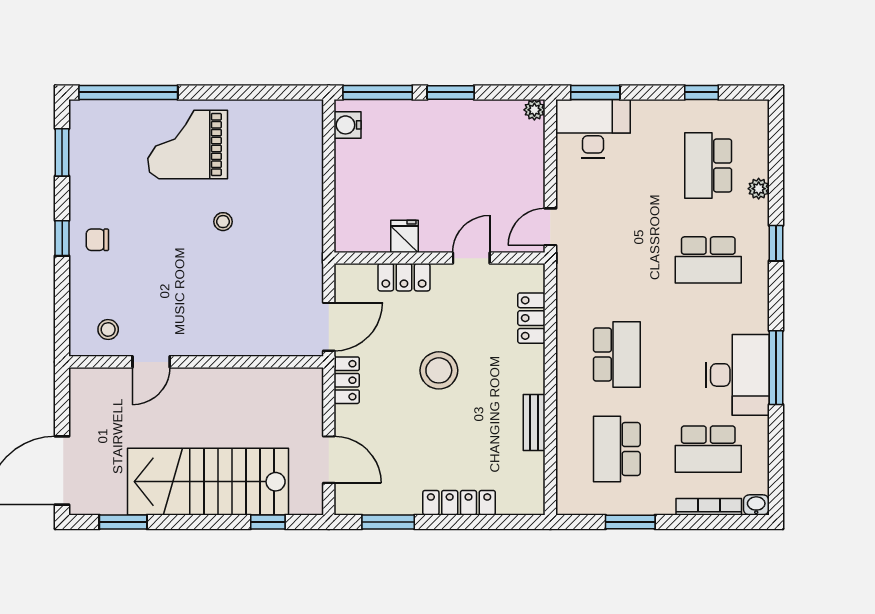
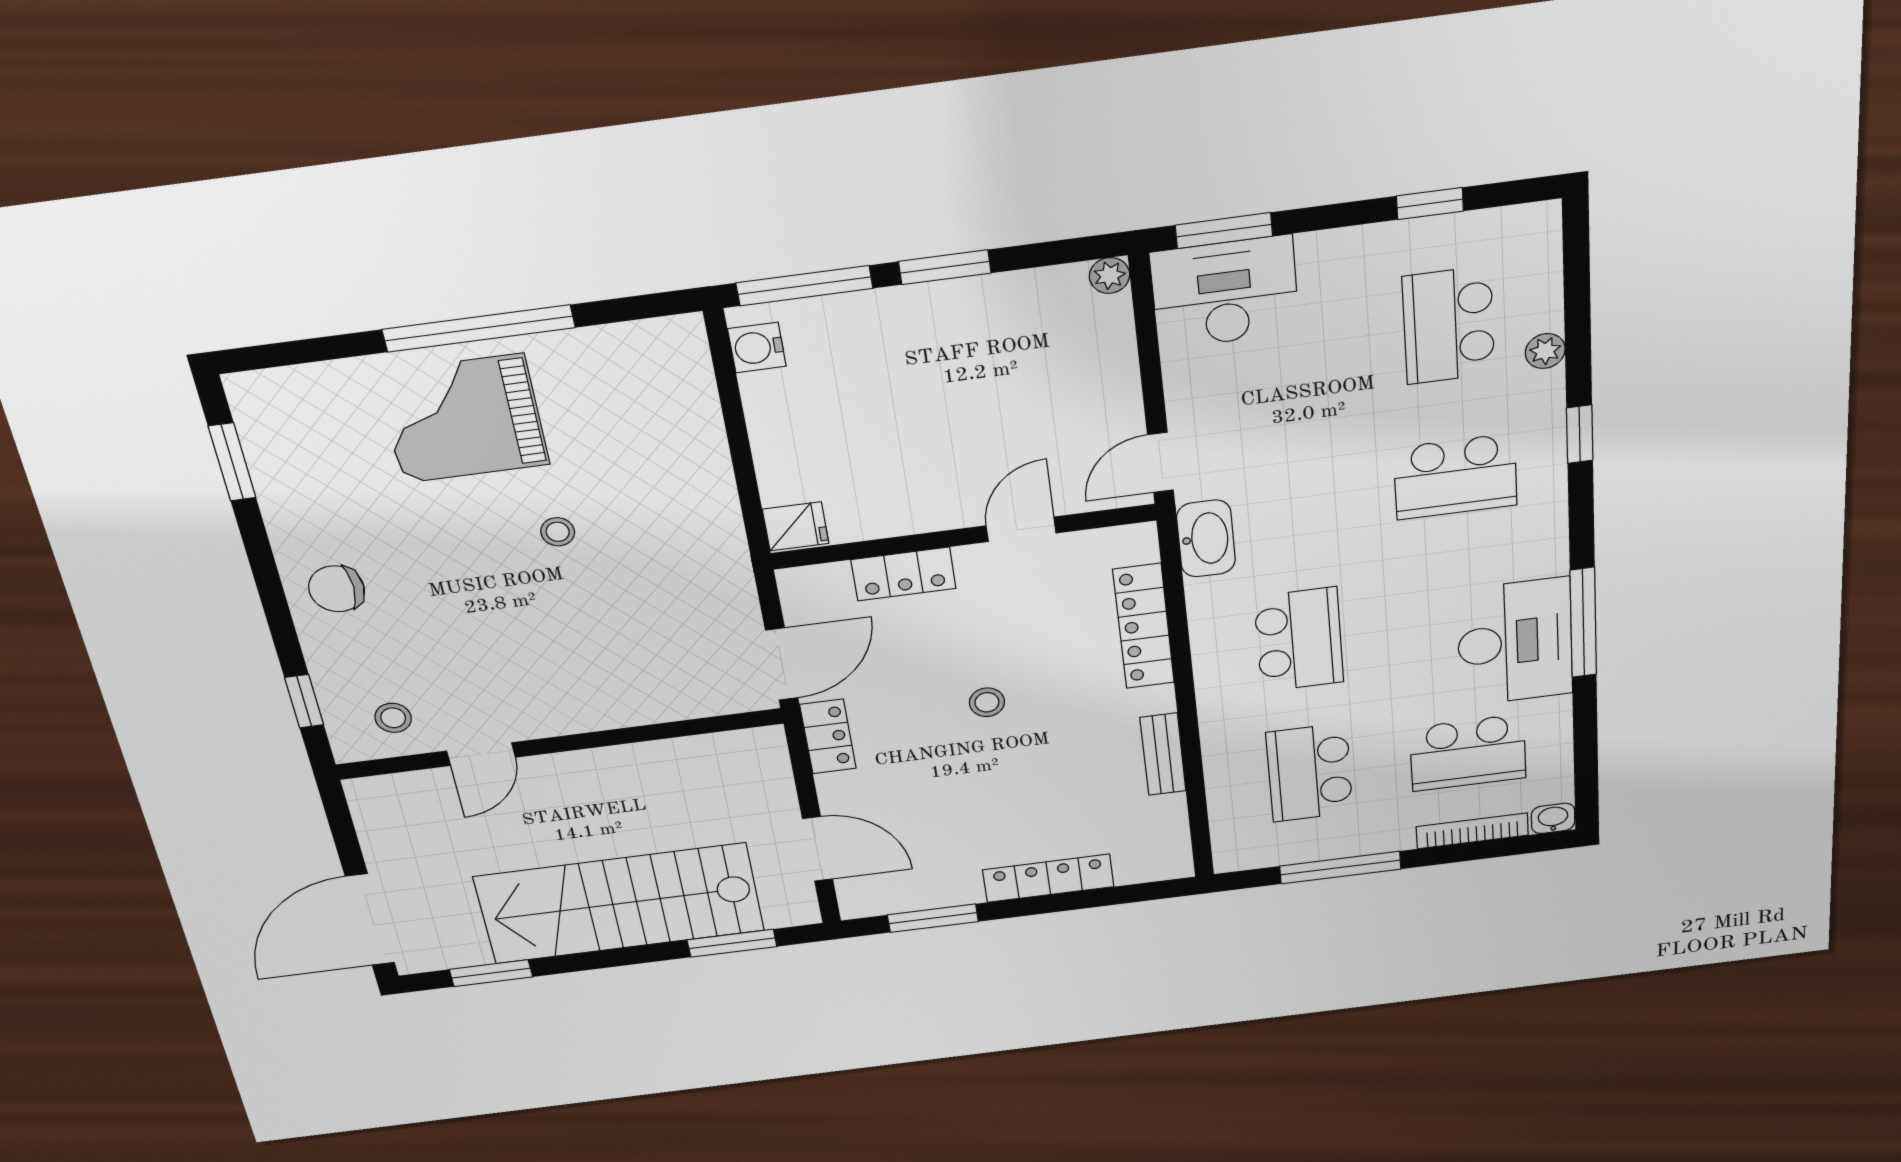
window: (128, 92) -> (479, 328), moved
fridge: (404, 236) -> (796, 526), moved, turned 90
window: (62, 238) -> (304, 701), moved
chair: (97, 240) -> (337, 589), width x1.37, depth x1.37
washbasin: (571, 279) -> (1206, 539), added
locker: (531, 318) -> (1144, 626), width x1.53
stool: (439, 370) -> (987, 702), width x0.53, depth x0.53
window: (268, 522) -> (732, 943), width x1.50
window: (630, 522) -> (1340, 868), width x1.44

